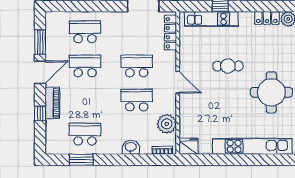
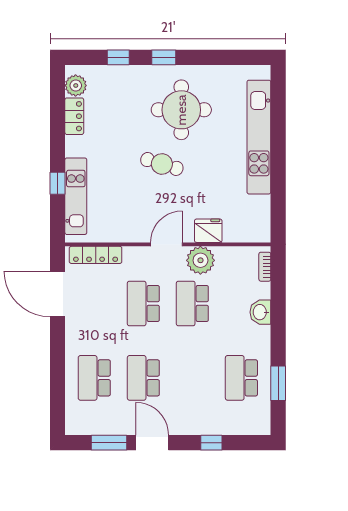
cafe table: (228, 66) -> (162, 164), moved, turned -73
piano: (52, 103) -> (197, 425), removed
plant: (167, 124) -> (200, 260), moved
fridge: (189, 146) -> (208, 231), moved, turned 90

